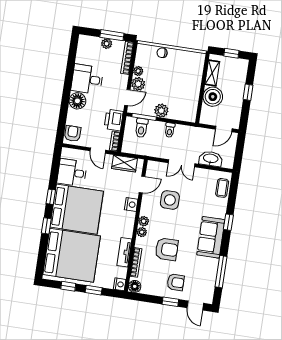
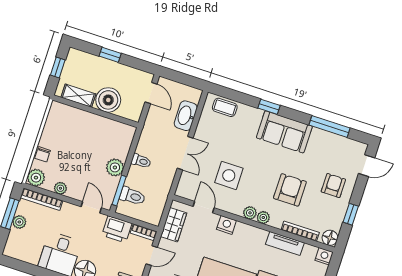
plant: (138, 84) -> (36, 178), moved
window: (170, 302) -> (351, 214), moved

